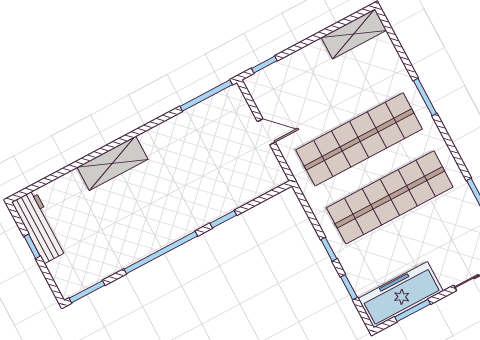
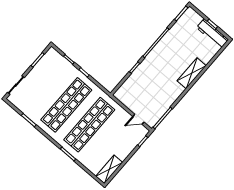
door: (266, 132) -> (138, 119), moved
freezer: (401, 295) -> (45, 65), removed

